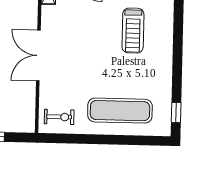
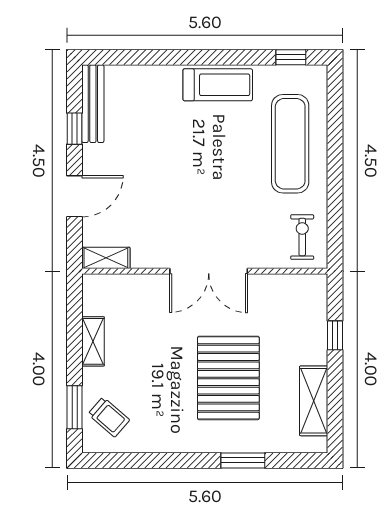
treadmill: (133, 31) -> (218, 85), moved

